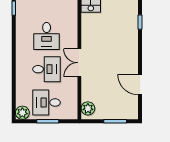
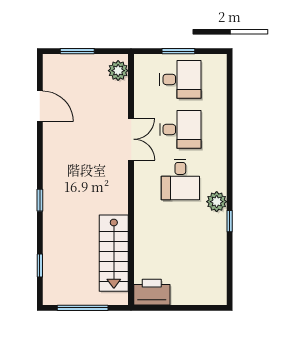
desk: (47, 36) -> (180, 179), turned 180
desk: (47, 69) -> (180, 129), turned 180
plant: (22, 113) -> (217, 202), moved

